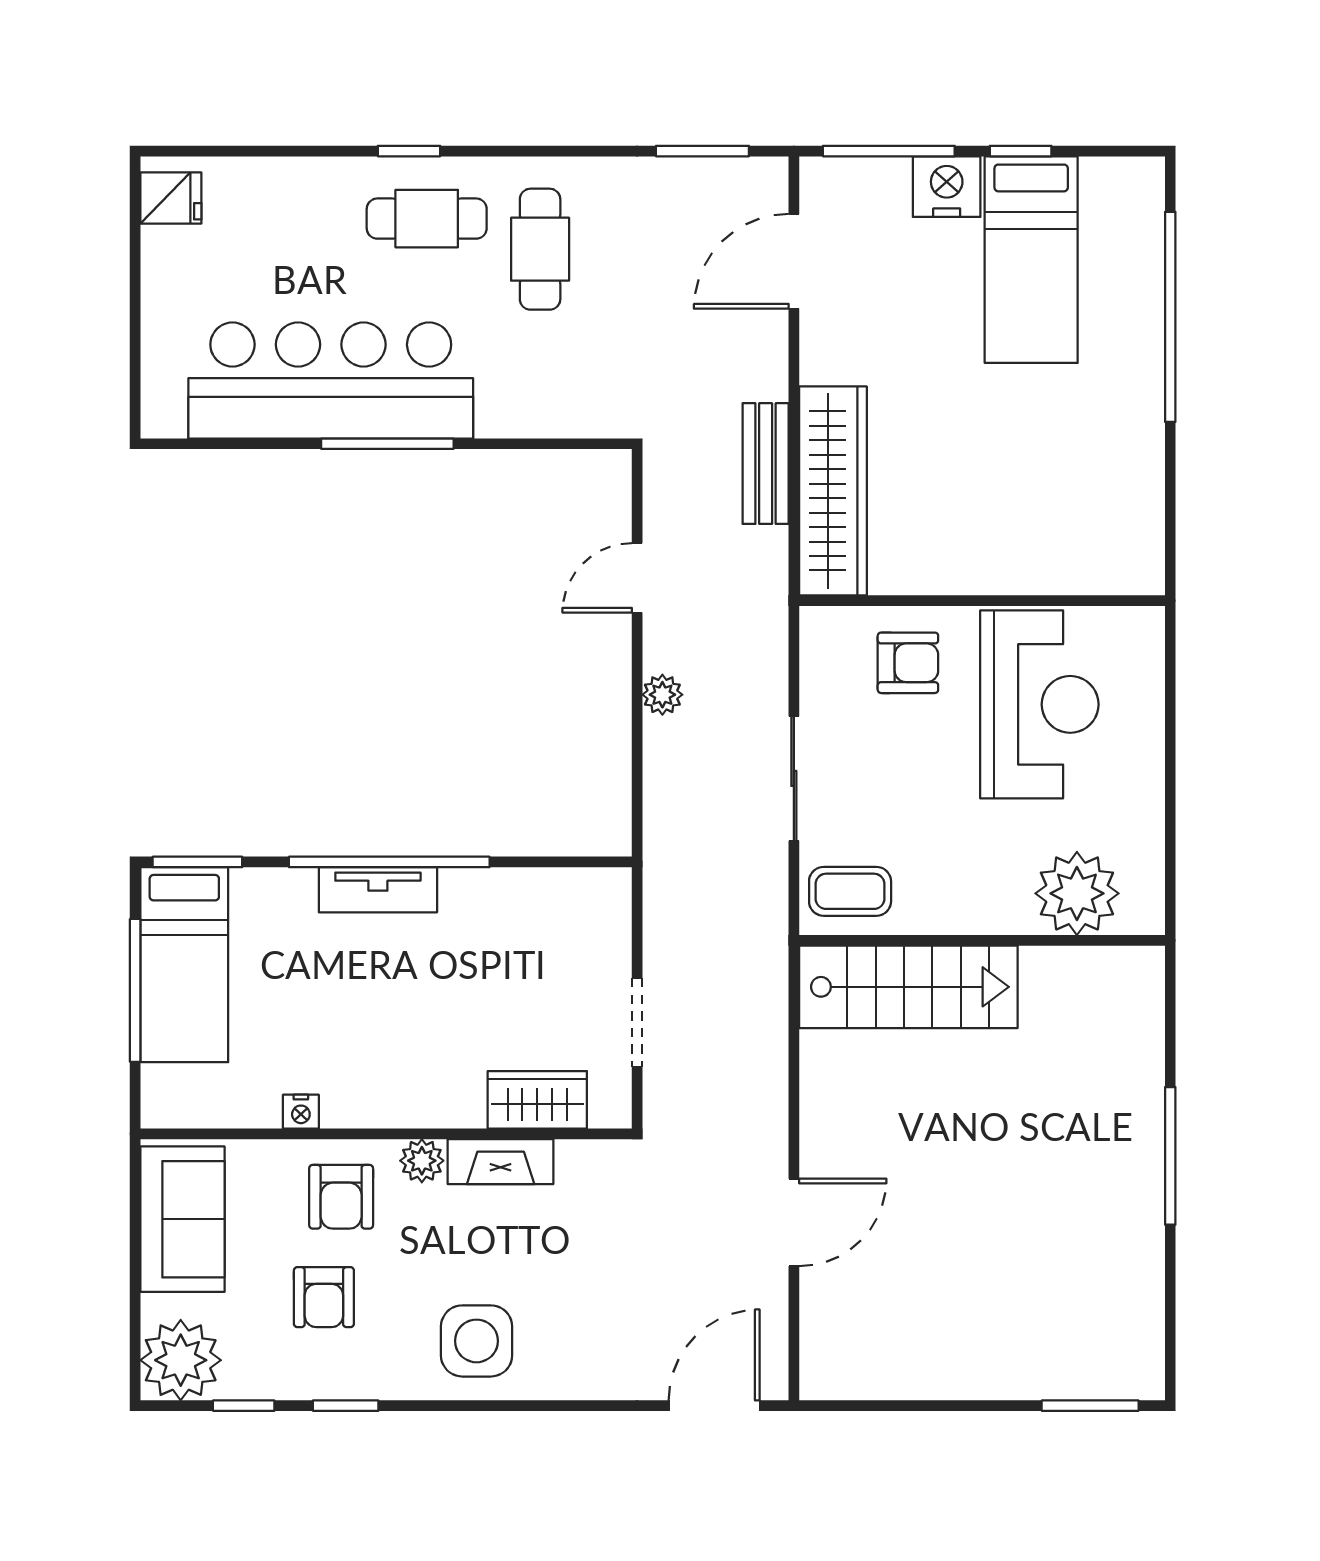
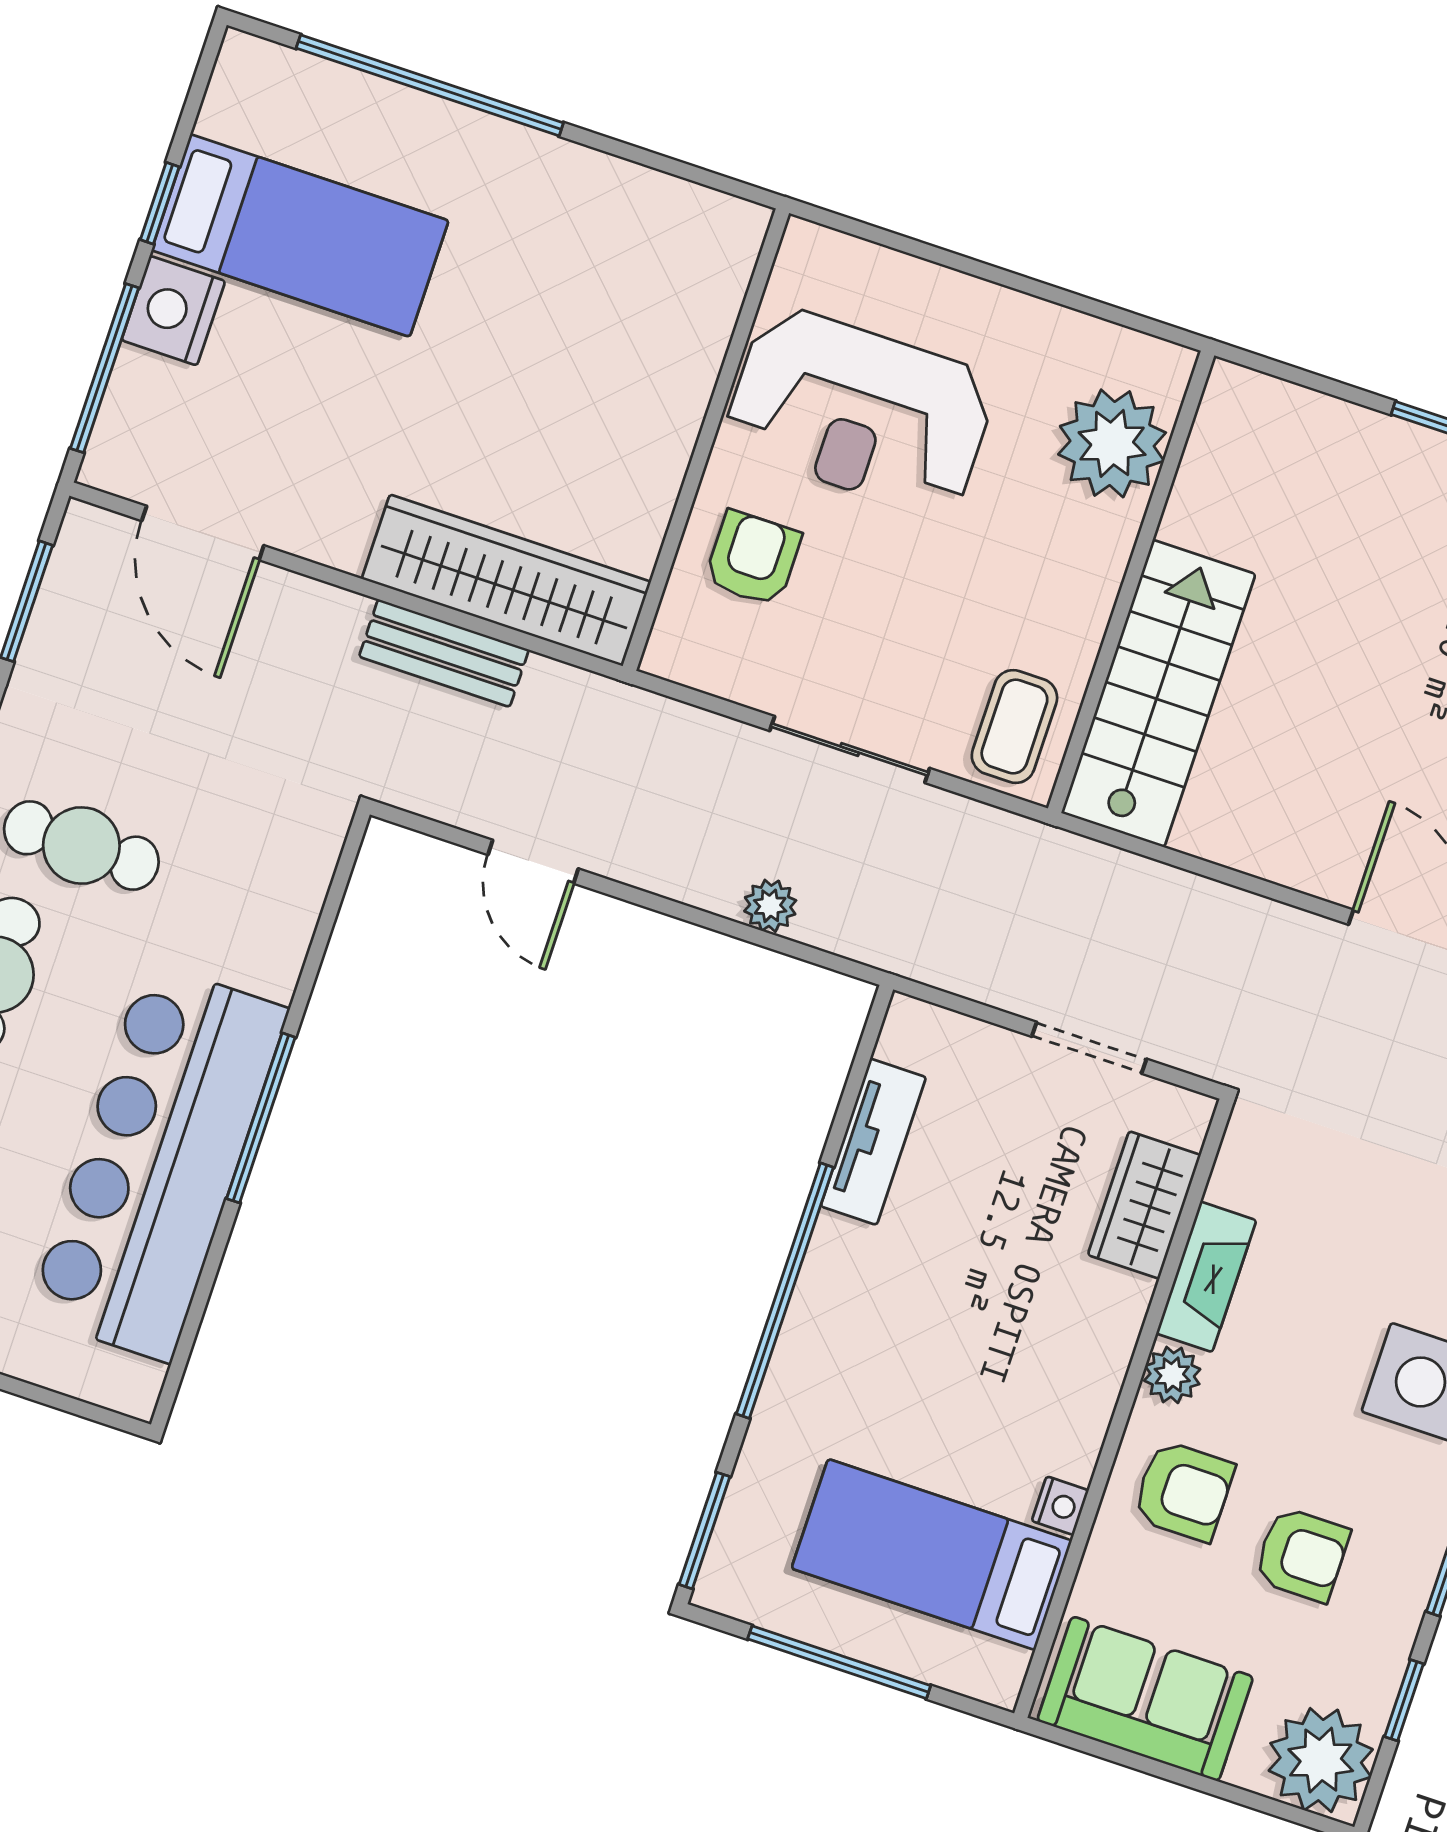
plant: (662, 695) -> (770, 906), moved
reception desk: (1039, 704) -> (860, 411), turned 180
tv unit: (378, 890) -> (873, 1142), moved
bed: (184, 965) -> (932, 1555), moved, turned 180

